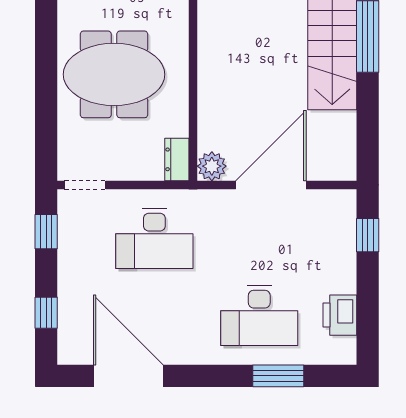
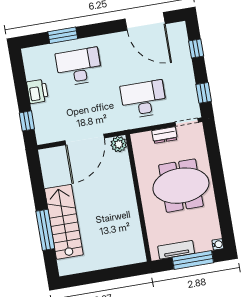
dresser: (177, 159) -> (165, 135), moved, turned 90
printer: (340, 315) -> (37, 91), moved

